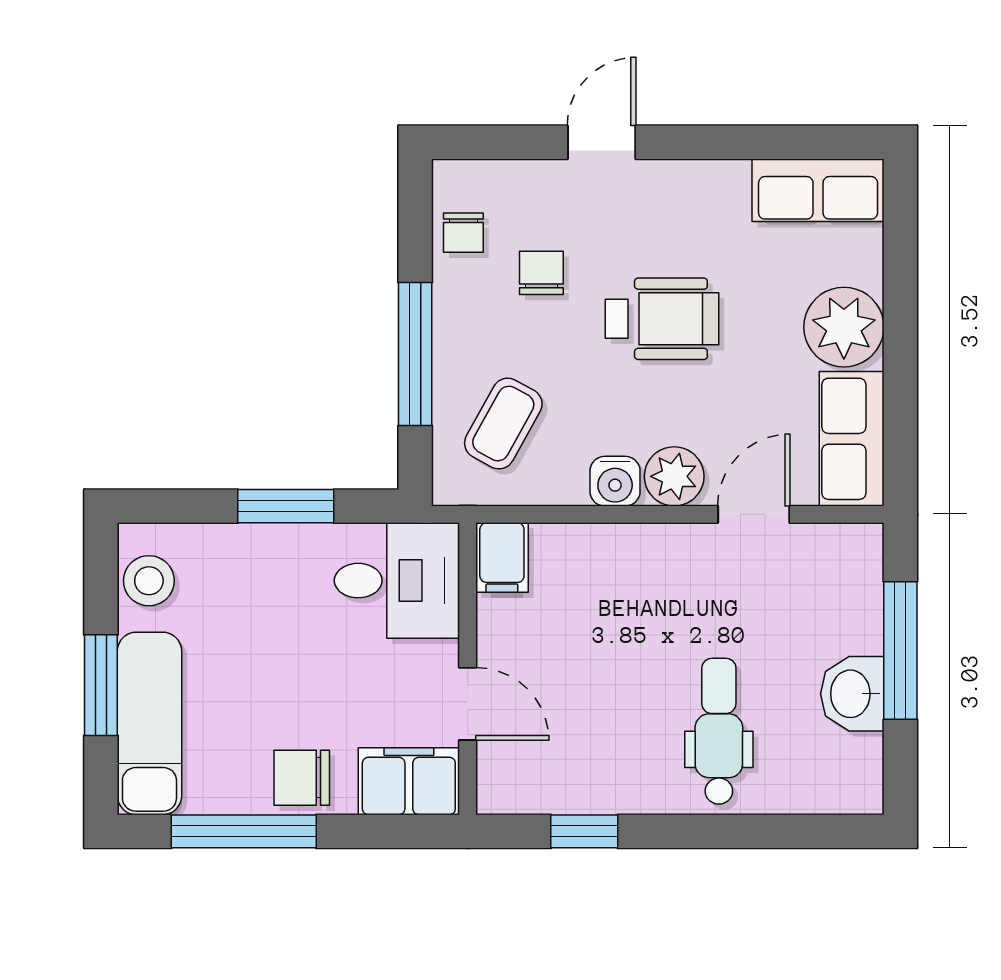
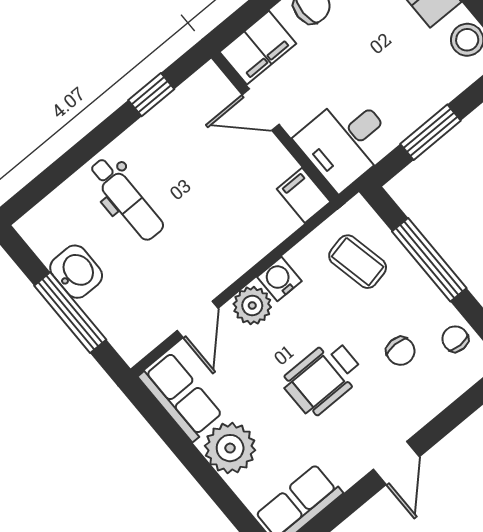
door: (602, 142) -> (396, 463), moved
coffee table: (503, 424) -> (358, 262), turned -41

